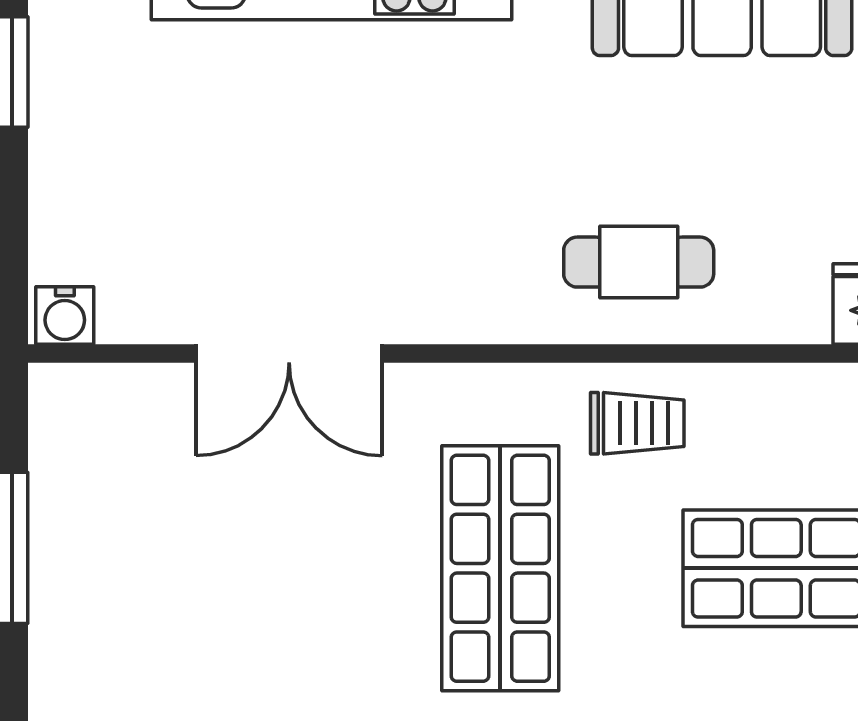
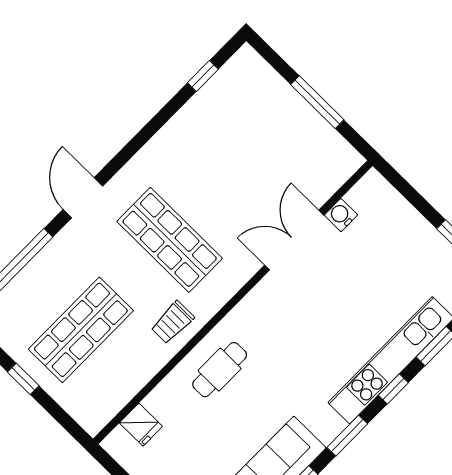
water cooler: (65, 315) -> (341, 215), moved

